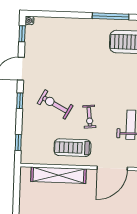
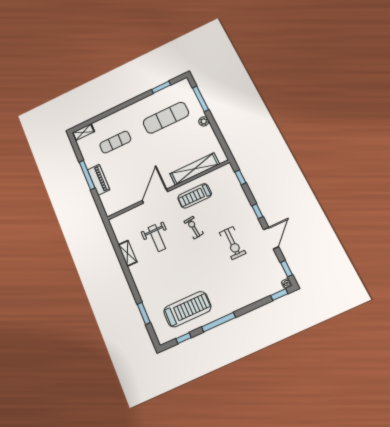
window: (41, 14) -> (279, 295), added
exercise bike: (55, 104) -> (233, 243), moved, turned 62
treadmill: (72, 148) -> (195, 196), turned 180

